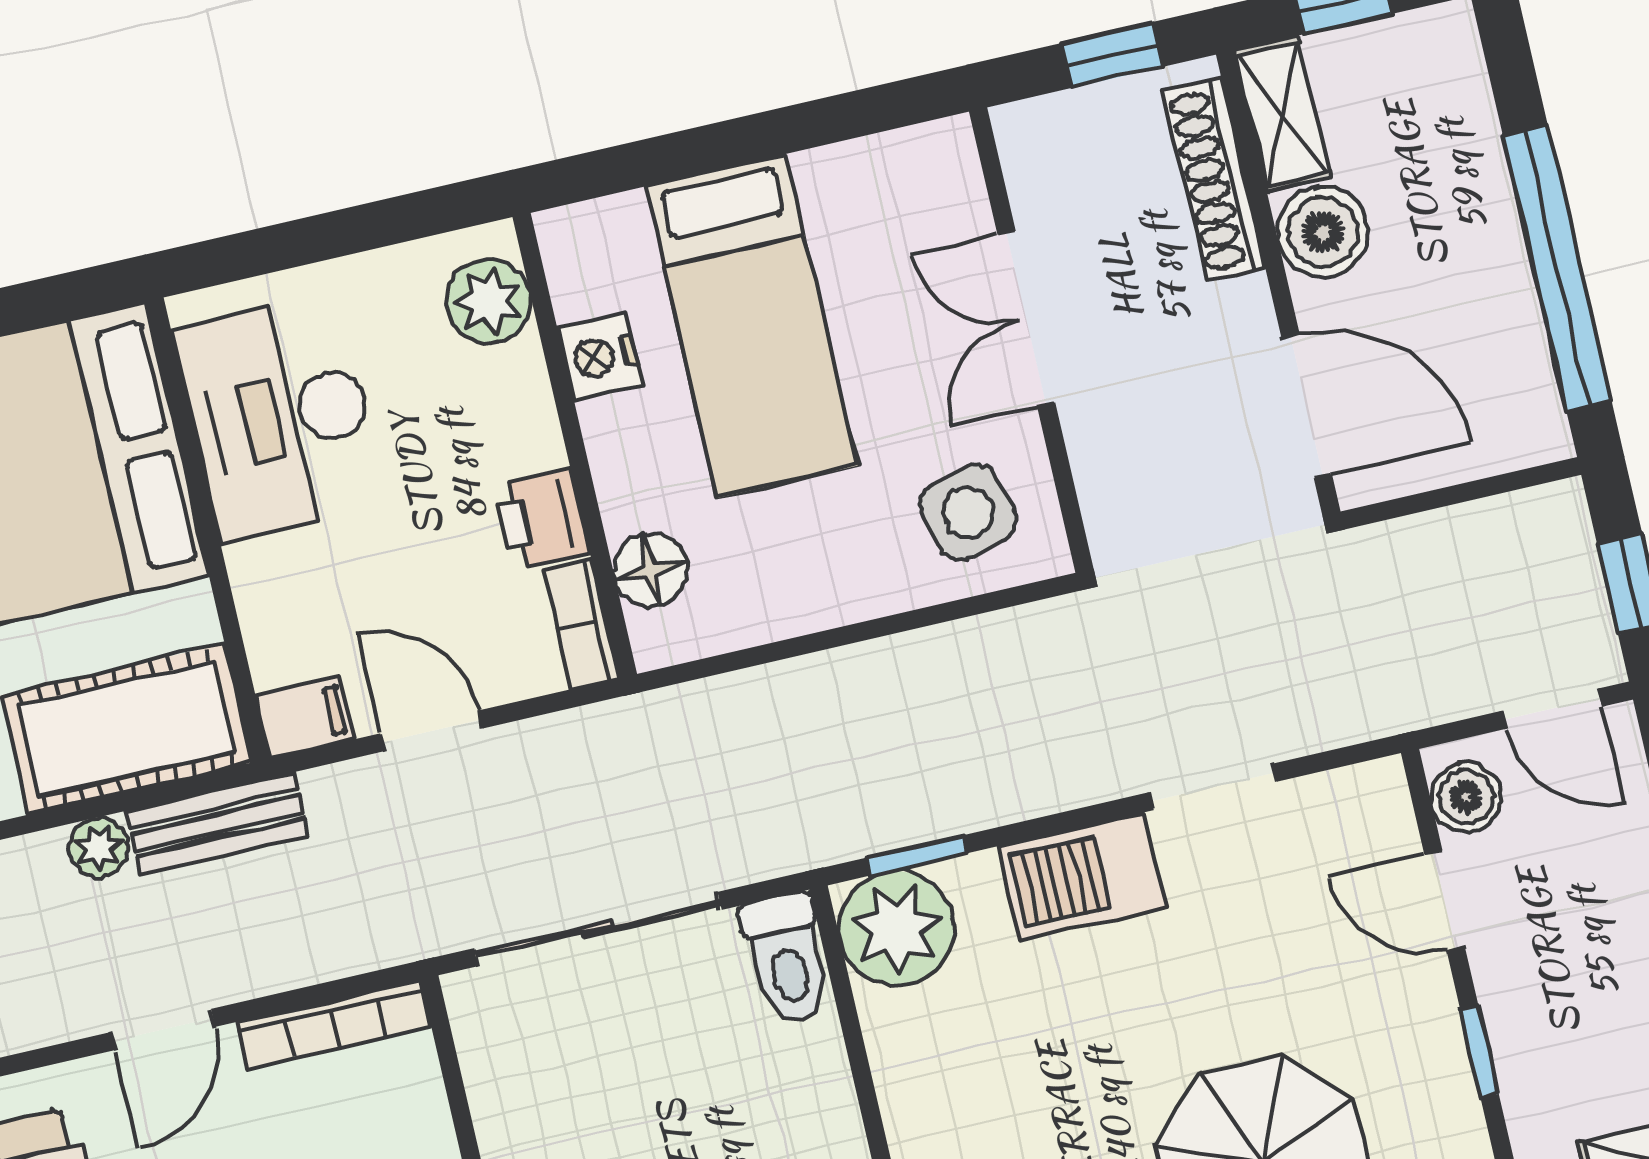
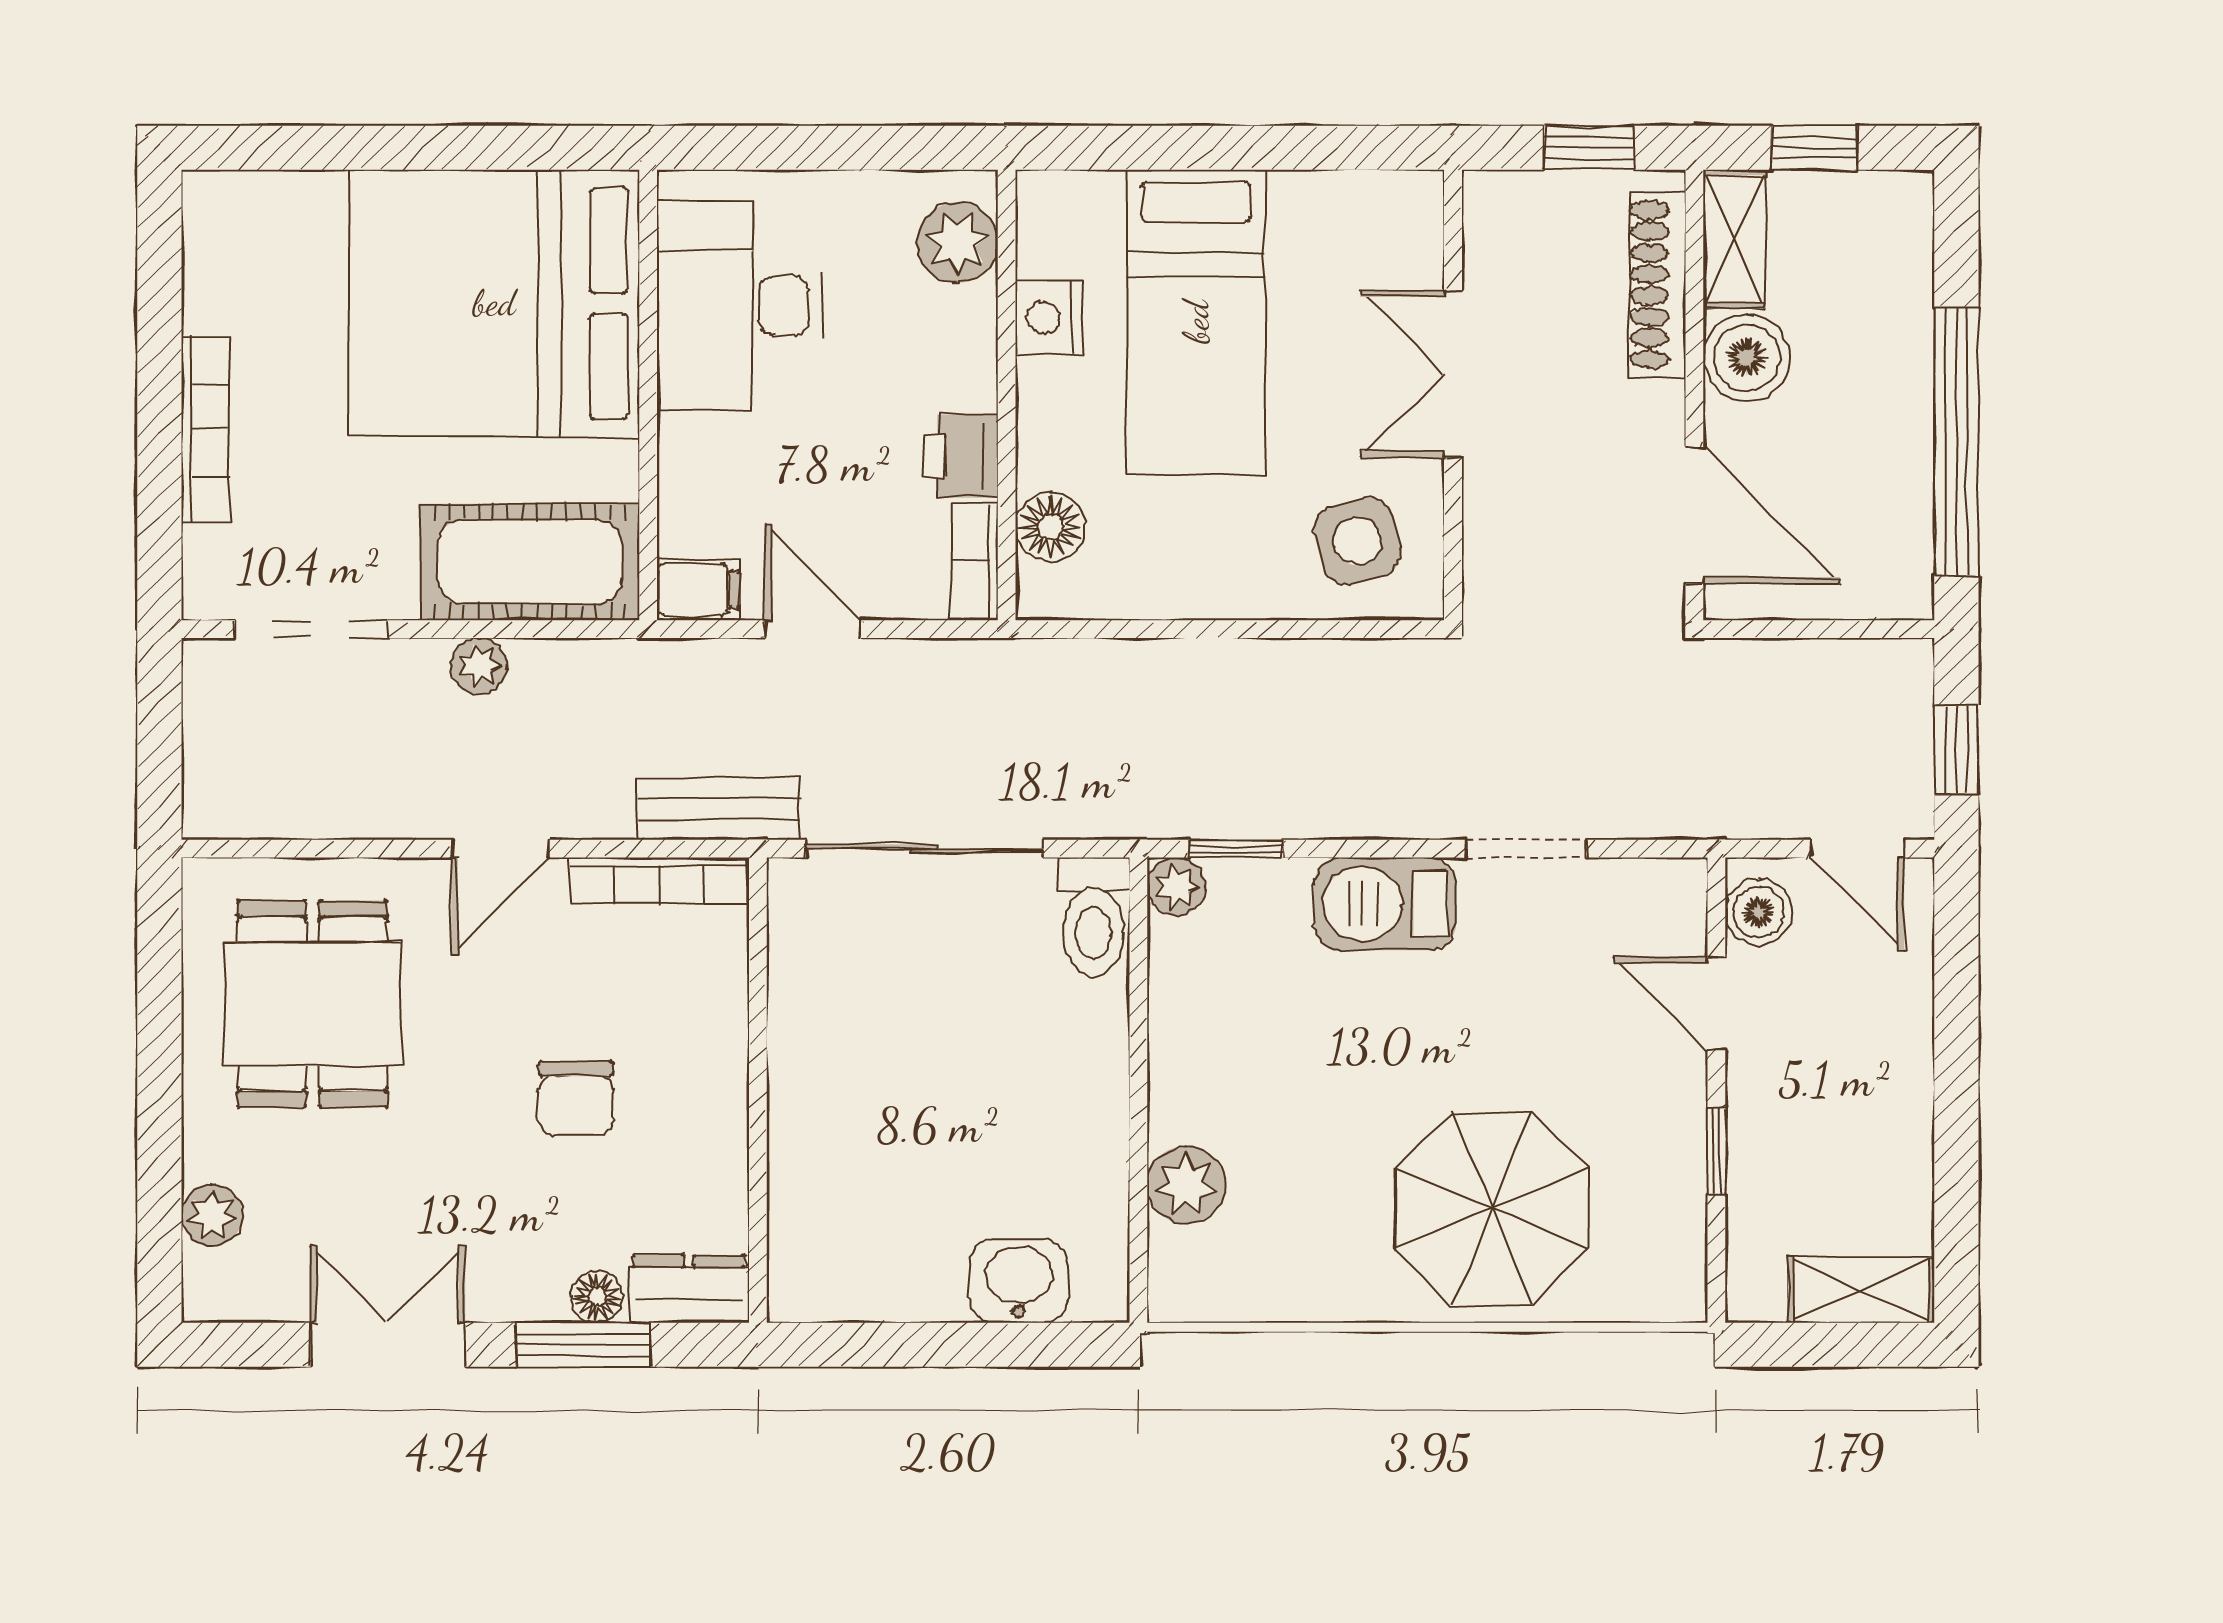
bench: (217, 823) -> (718, 809), moved
plant: (896, 928) -> (1176, 887), width x0.53, depth x0.53

